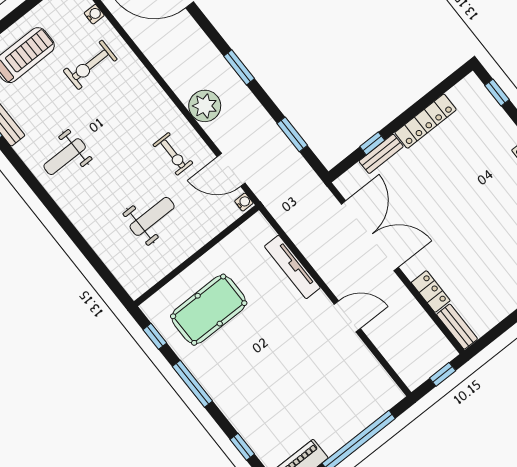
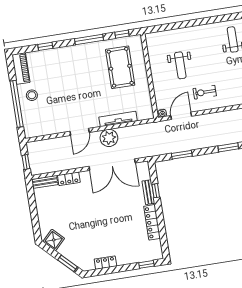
plant: (205, 106) -> (109, 138), moved
stool: (332, 424) -> (32, 95), added

